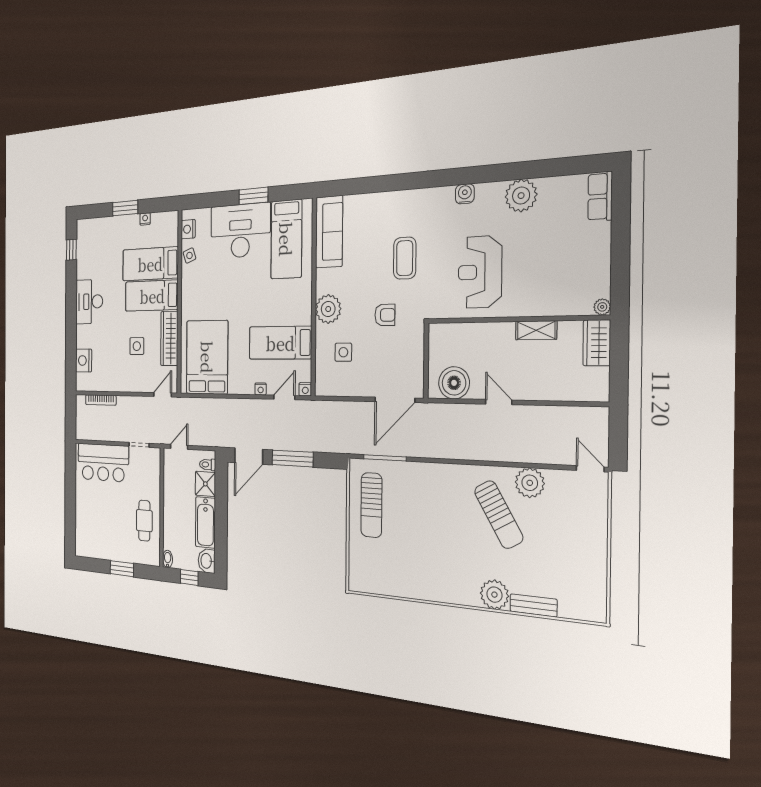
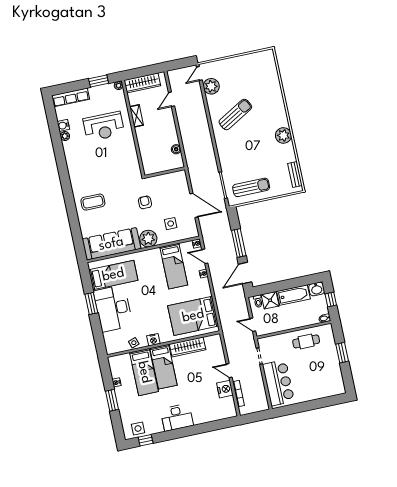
water cooler: (465, 194) -> (63, 125), moved
plant: (521, 196) -> (65, 136), width x0.53, depth x0.53
row of seats: (600, 196) -> (71, 97), width x1.48
nightstand: (188, 229) -> (153, 340), moved
sofa: (329, 232) -> (111, 244), width x1.36, depth x1.27
coffee table: (405, 258) -> (93, 202), moved
window: (620, 269) -> (99, 81), added
reception desk: (480, 272) -> (104, 126), moved
wardrobe: (597, 343) -> (142, 83), width x1.50
side table: (137, 346) -> (138, 428), moved
nightstand: (84, 360) -> (225, 389), moved, turned -90
boiler: (454, 383) -> (176, 149), width x0.54, depth x0.54
door: (163, 395) -> (229, 371), moved
door: (395, 400) -> (194, 205), moved
door: (499, 402) -> (171, 99), moved
door: (249, 456) -> (245, 273), swing flipped
plant: (530, 483) -> (211, 86), moved
plant: (494, 595) -> (283, 135), moved
bench: (533, 605) -> (295, 174), moved

